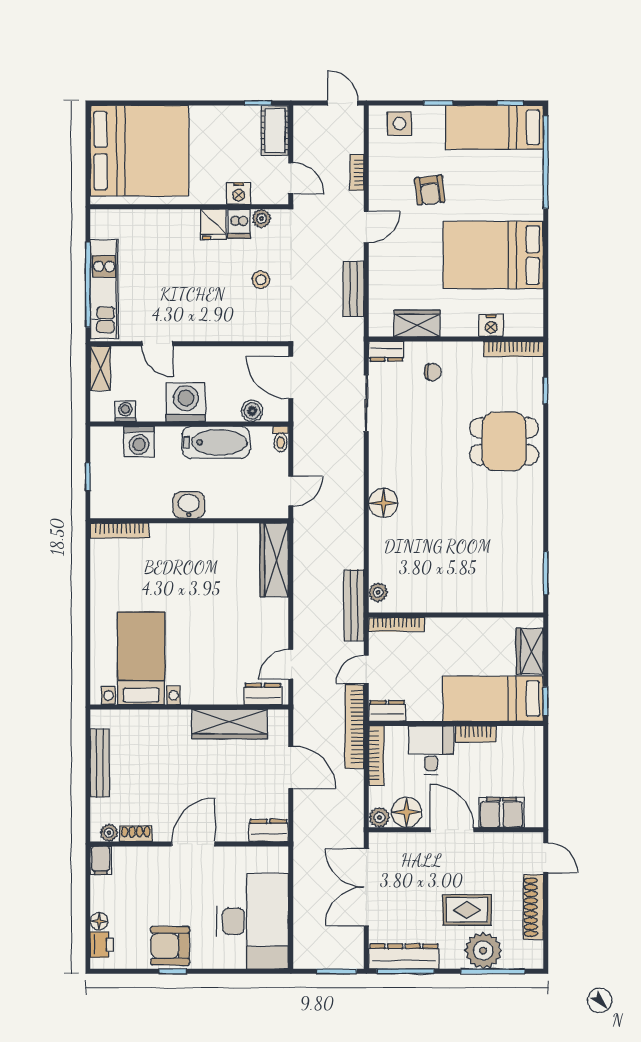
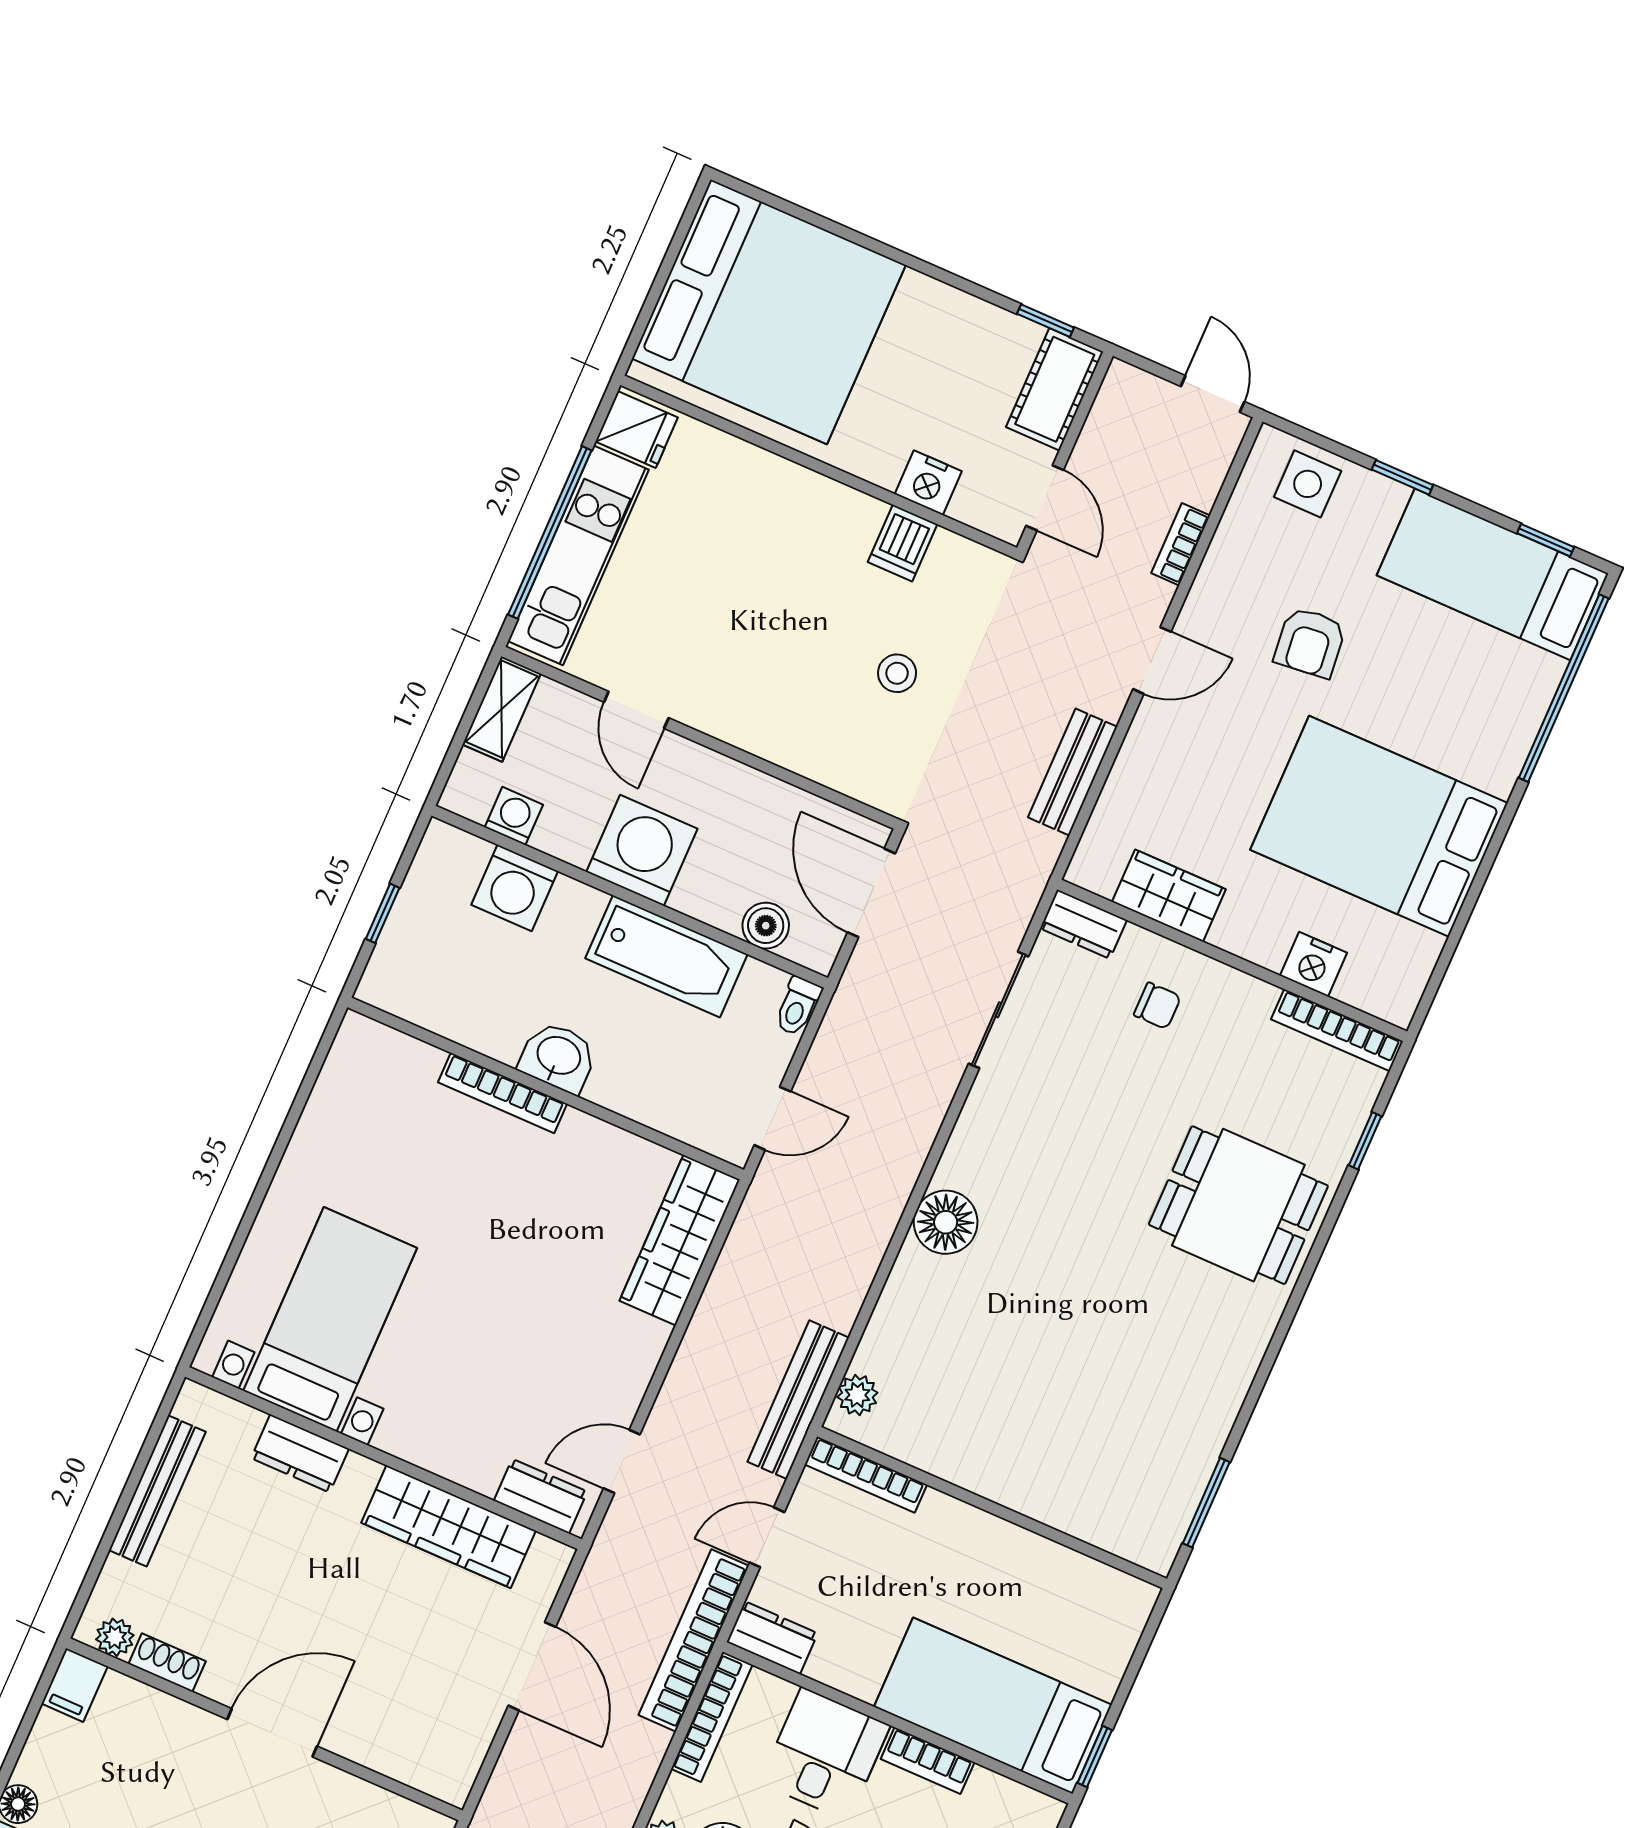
plant: (261, 218) -> (951, 552), removed
fridge: (213, 224) -> (637, 430), moved, turned -90
bookcase: (120, 531) -> (503, 1093), moved
wardrobe: (530, 651) -> (1107, 1643), removed
dresser: (269, 830) -> (300, 1453), moved, turned 180

